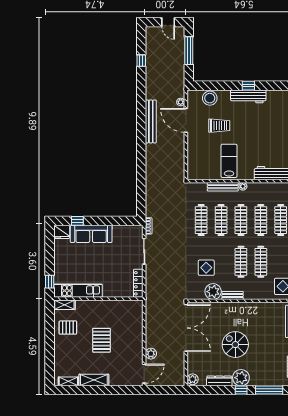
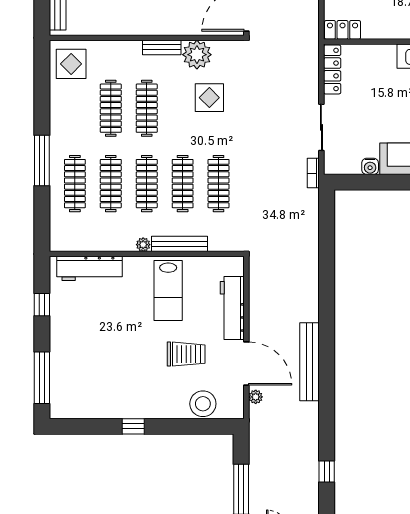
workbench: (248, 96) -> (232, 308), moved, turned -90
trolley: (219, 126) -> (186, 354), turned 180
water cooler: (117, 230) -> (370, 166), added
locker: (132, 305) -> (343, 30), added

